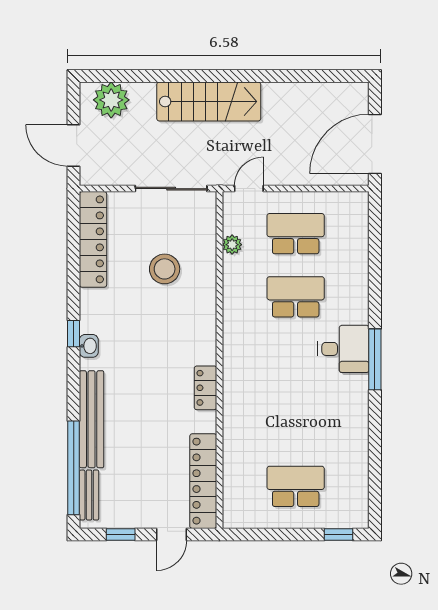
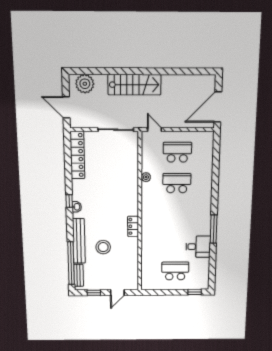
door: (249, 189) -> (154, 130), hinge flipped
plant: (232, 245) -> (146, 177), moved
stool: (165, 269) -> (103, 247), moved
desk: (343, 349) -> (198, 247), moved
window: (375, 359) -> (214, 229), moved
locker: (203, 481) -> (132, 269), removed

